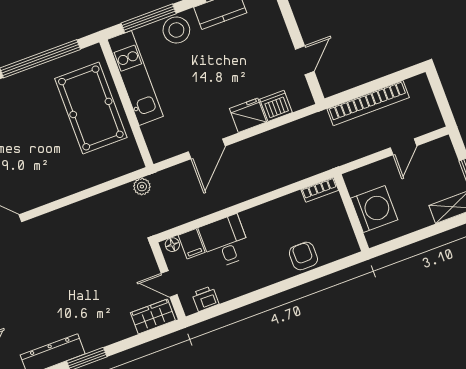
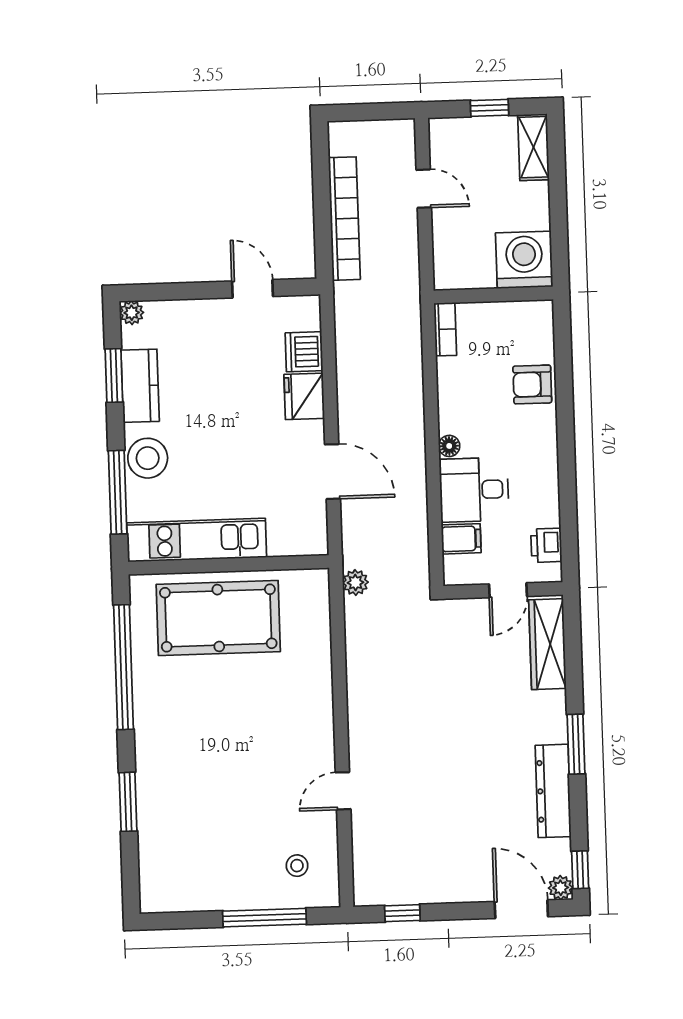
washing machine: (374, 209) -> (524, 260), moved
floor lamp: (172, 245) -> (449, 446), moved
wardrobe: (153, 317) -> (547, 644), width x1.50

